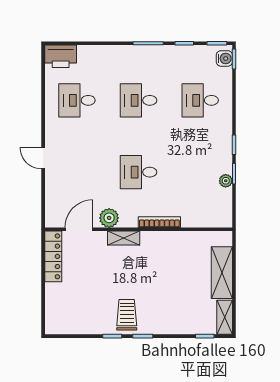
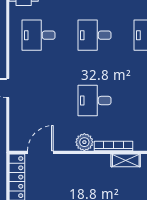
plant: (109, 218) -> (84, 142), moved
shelving: (124, 238) -> (126, 160), moved

